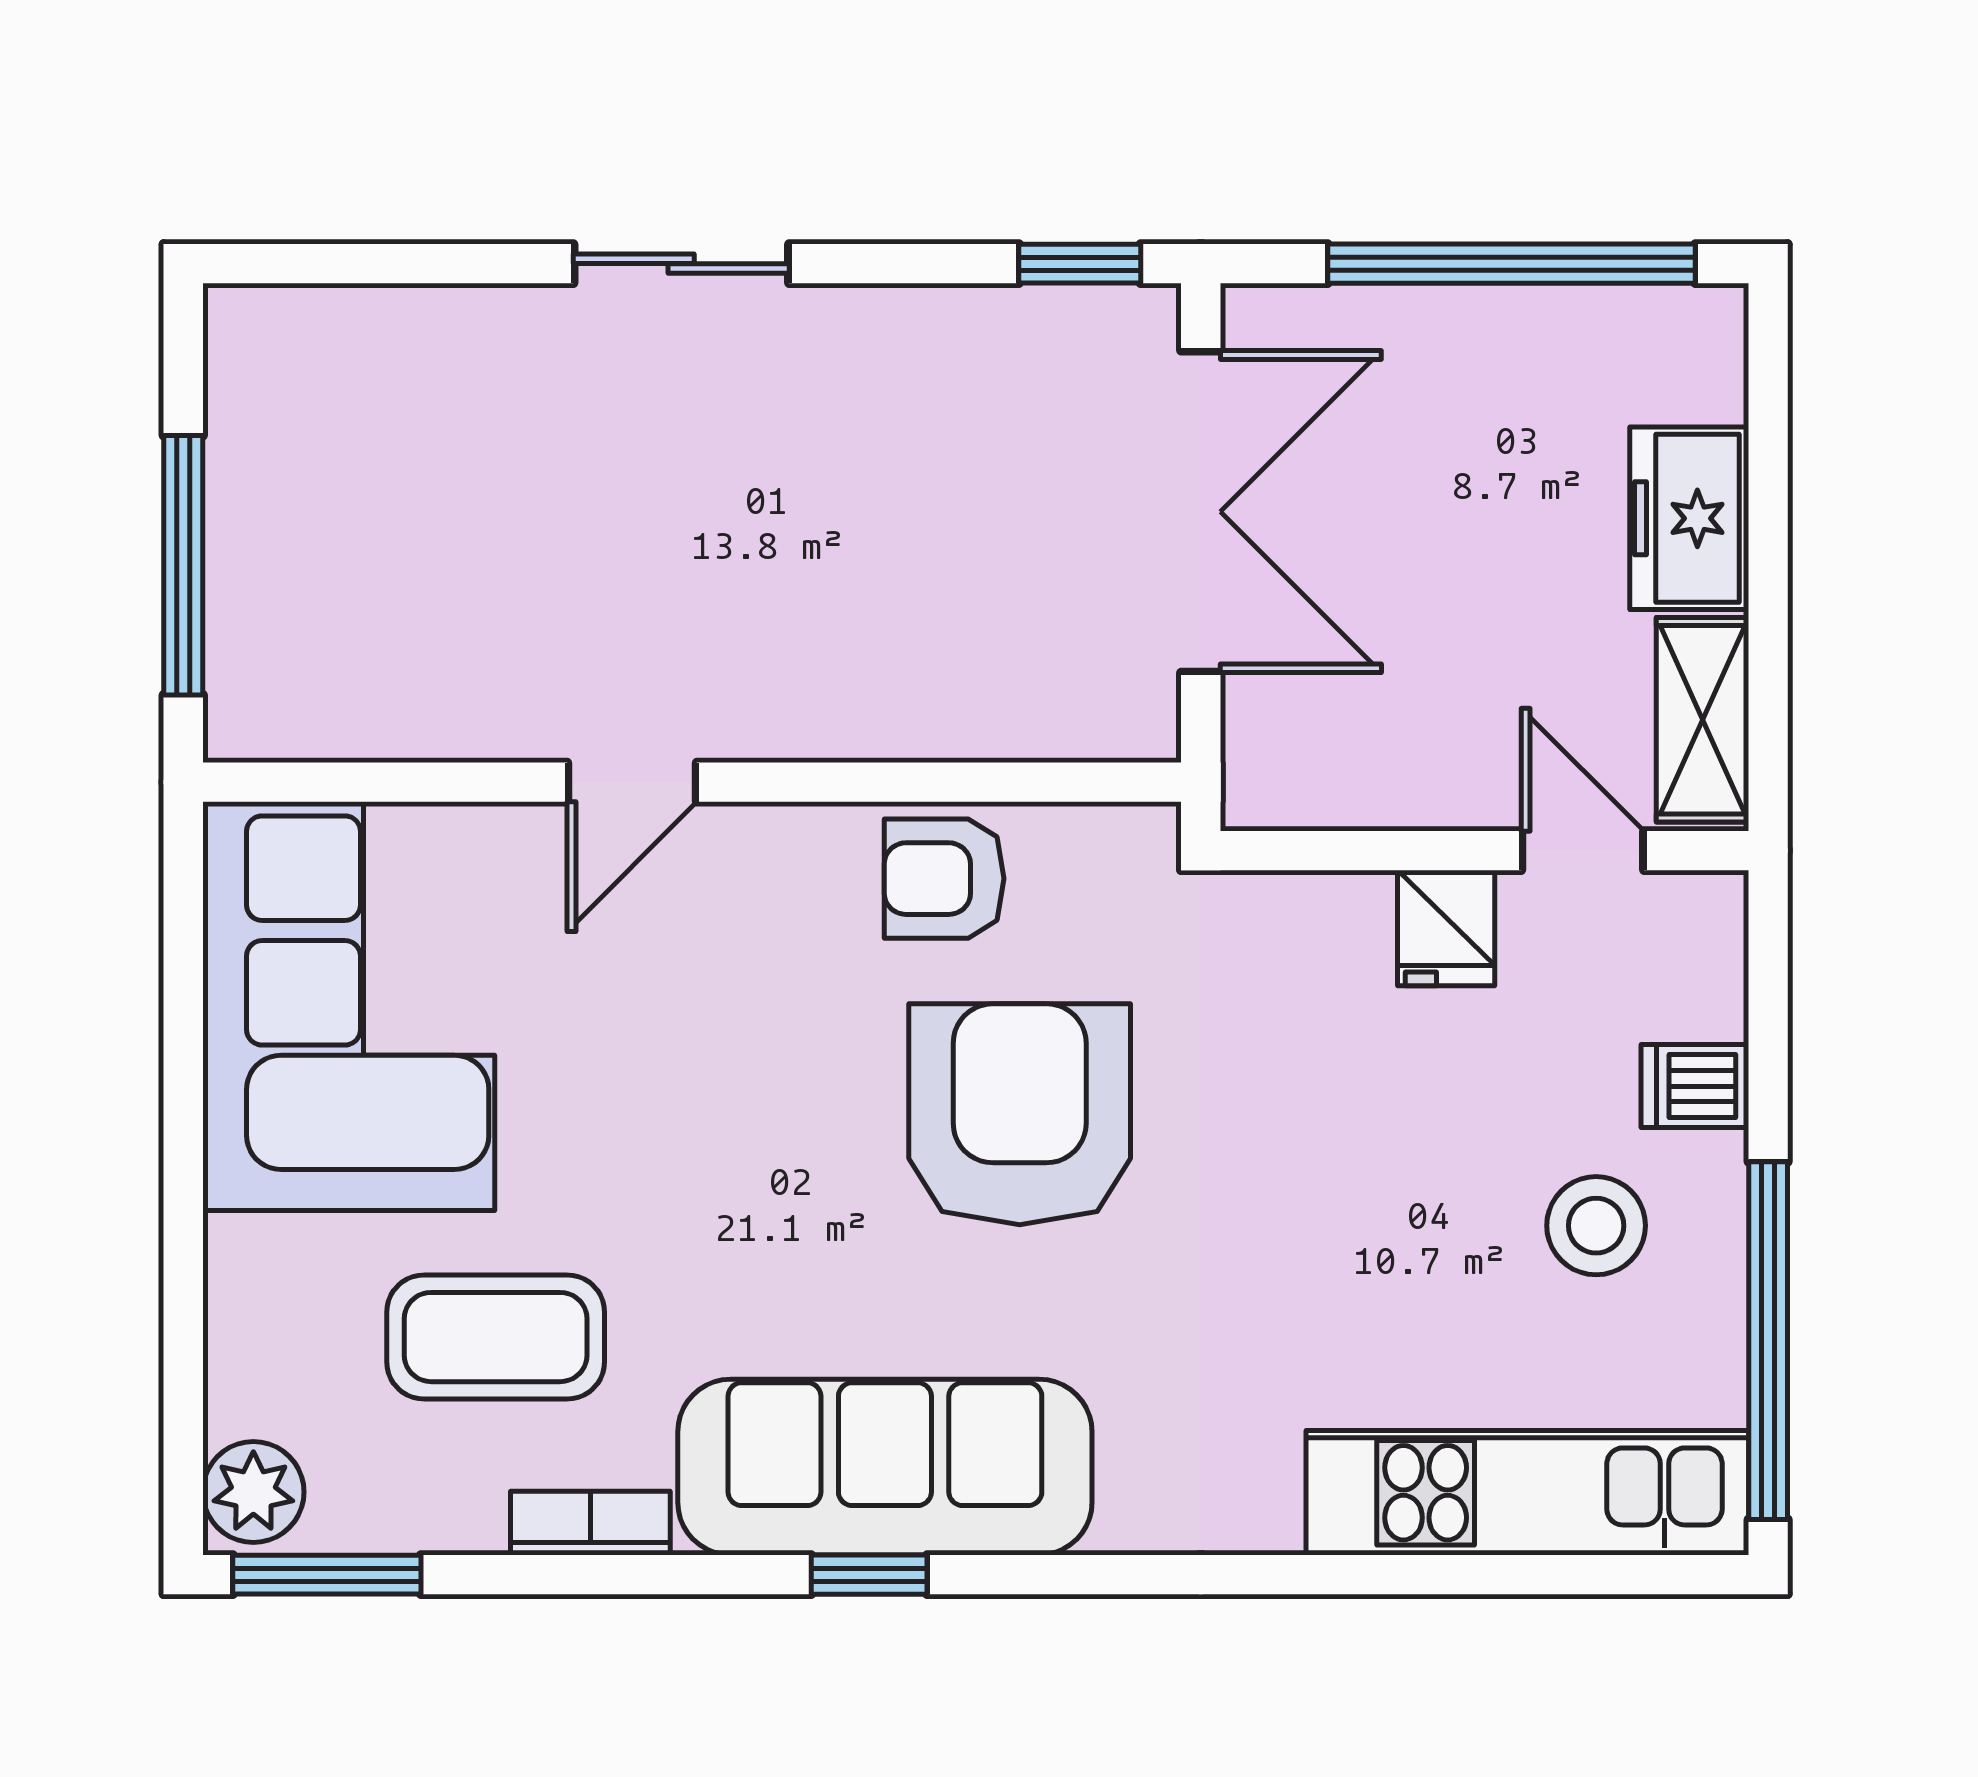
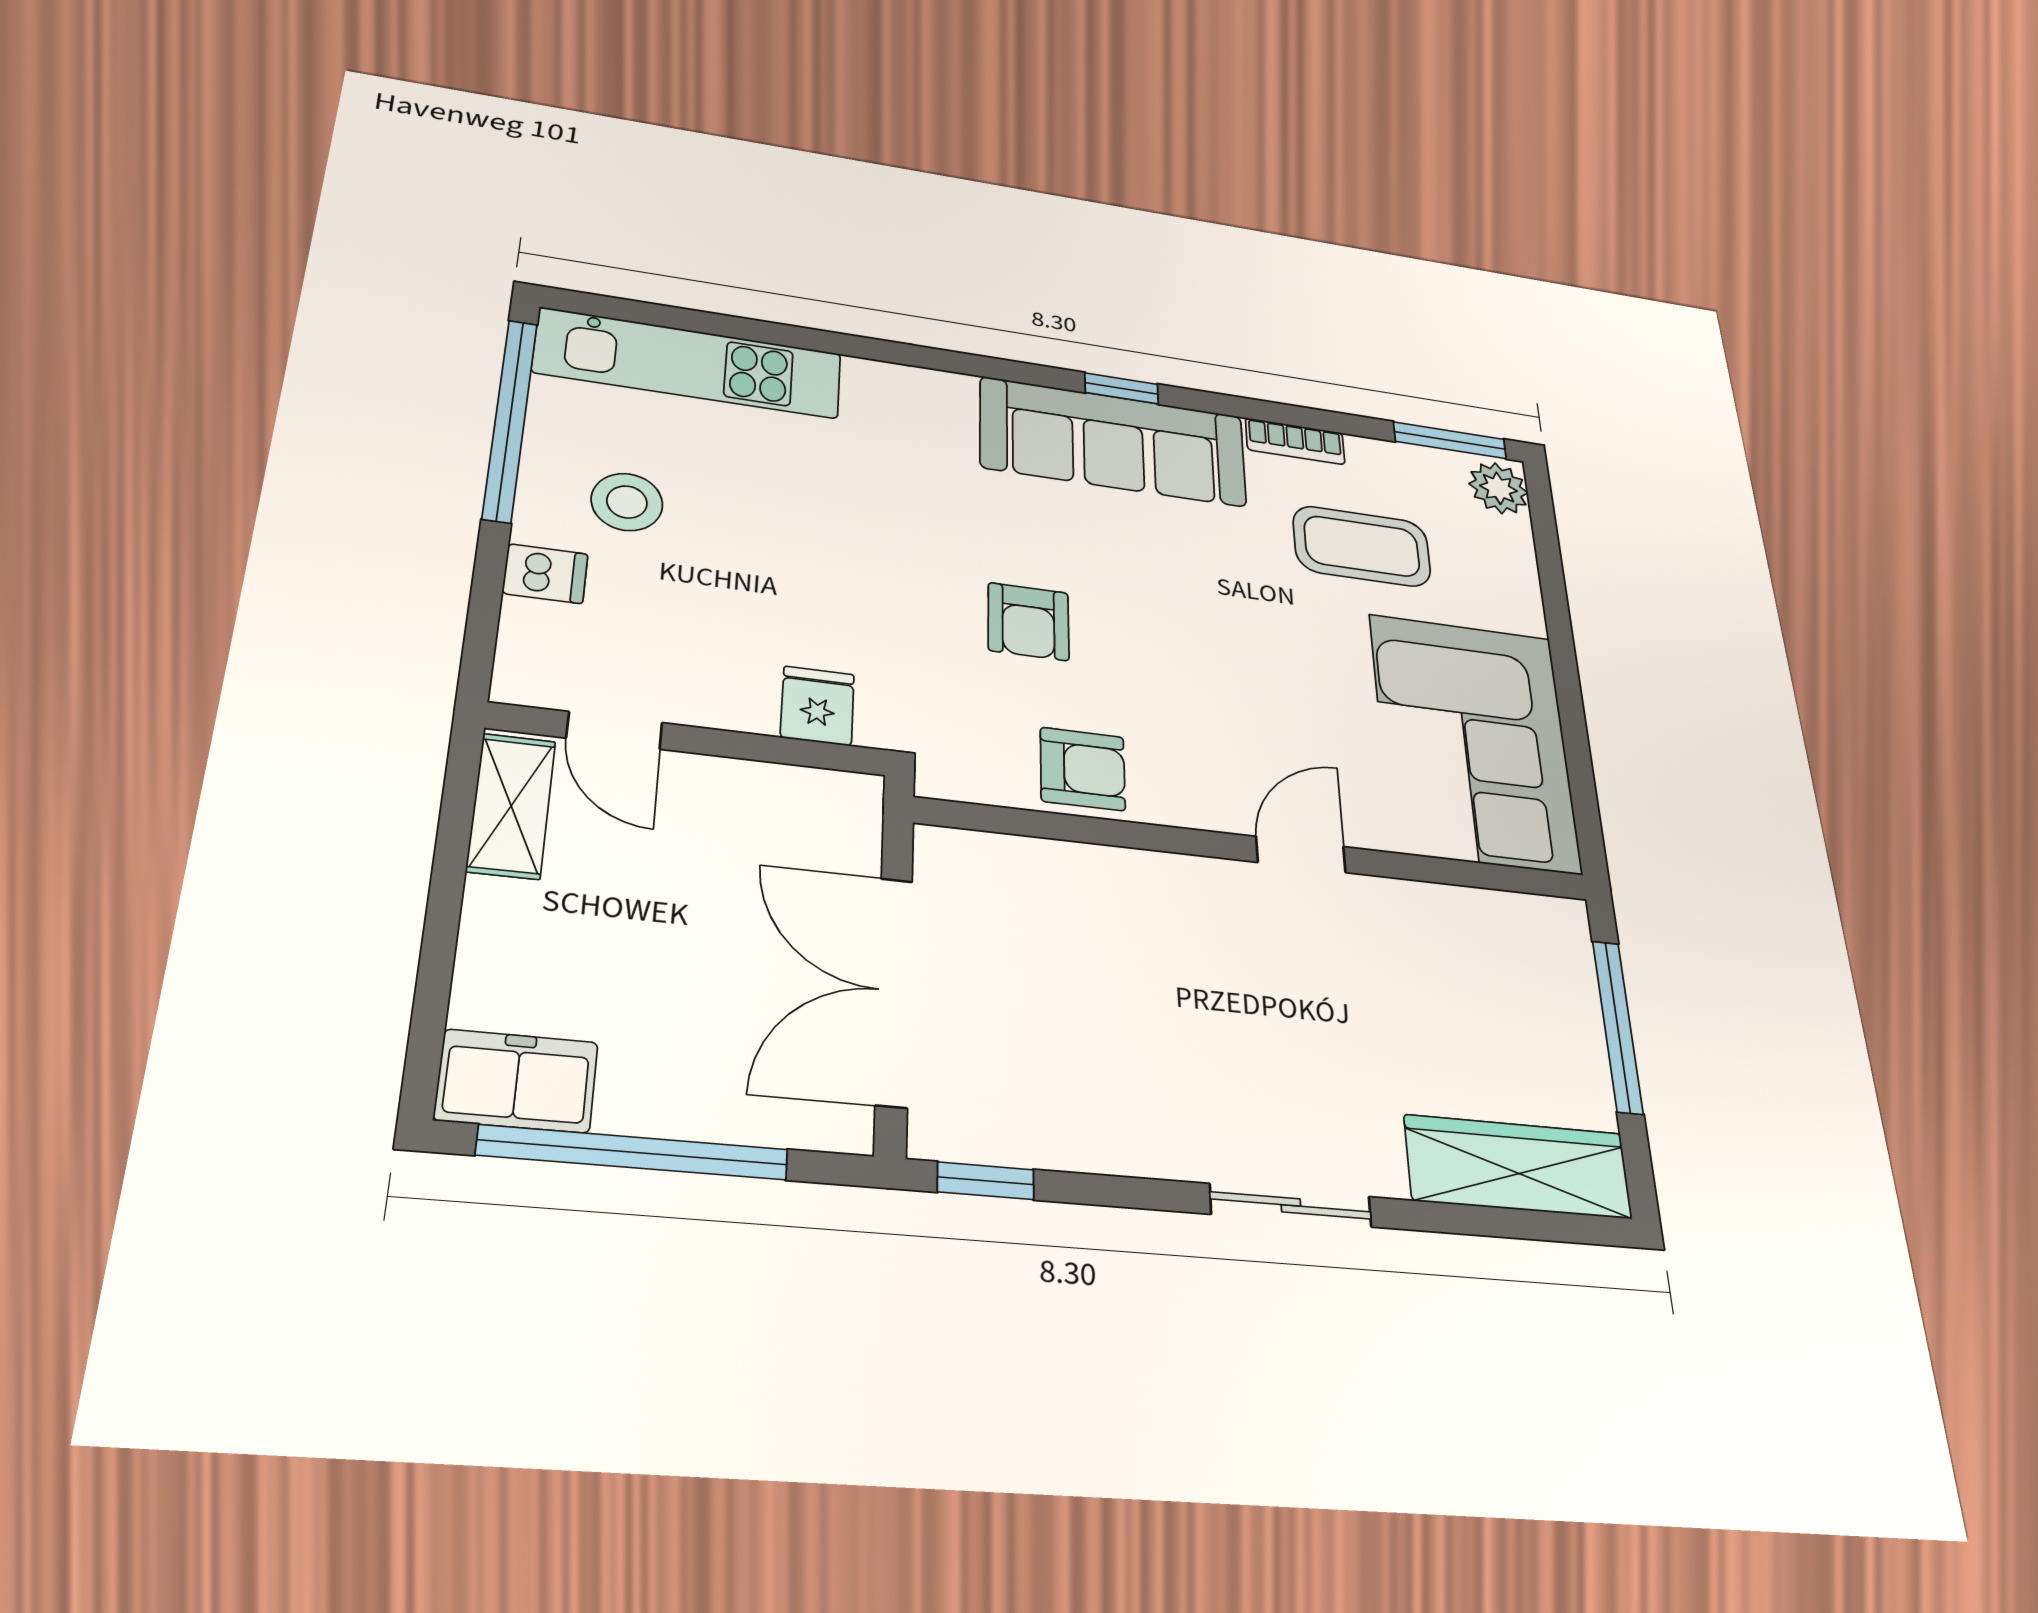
wardrobe: (359, 344) -> (1518, 1167), added
freezer: (1689, 518) -> (517, 1081), moved, turned -90
fridge: (1446, 928) -> (817, 706), moved
armchair: (1020, 1114) -> (1028, 622), width x0.53, depth x0.53

